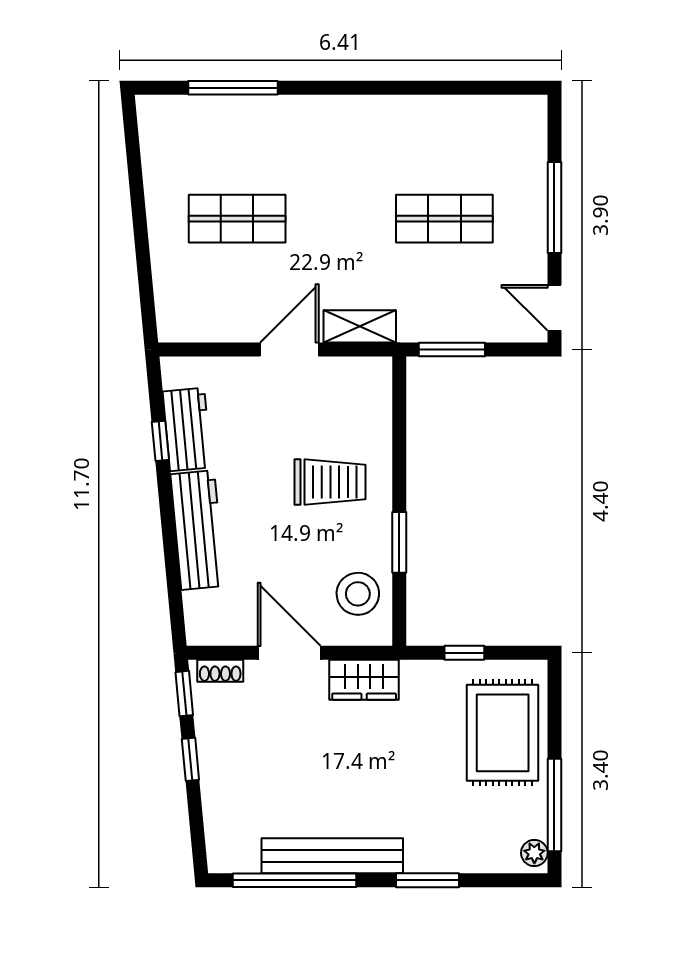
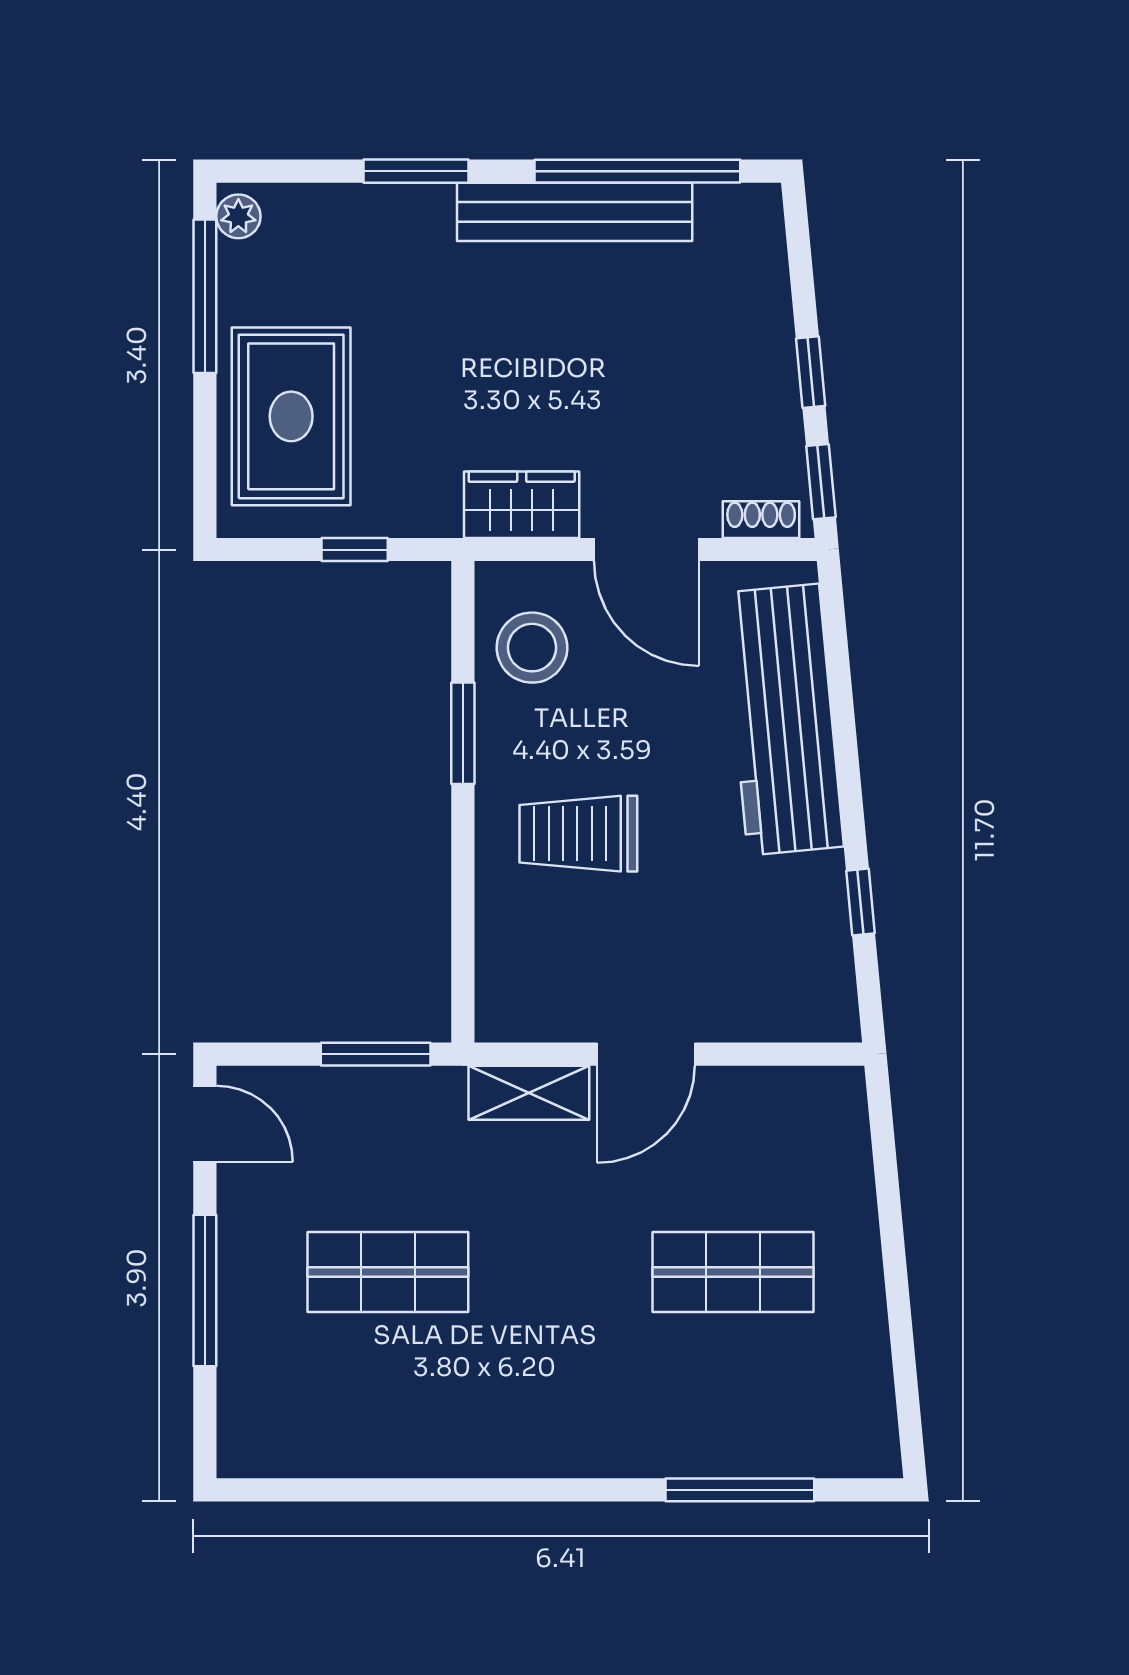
workbench: (187, 429) -> (816, 921), removed
workbench: (198, 530) -> (783, 720), width x1.36, depth x1.32

